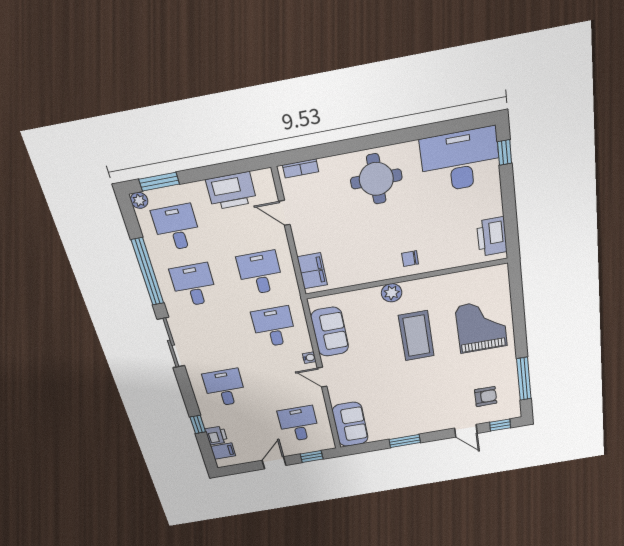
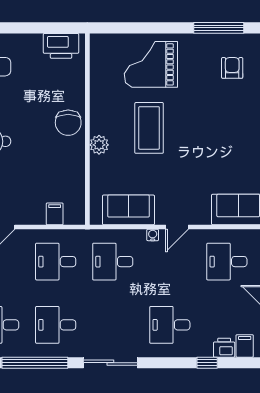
chair: (410, 259) -> (68, 123), width x1.87, depth x1.87
filing cabinet: (312, 271) -> (55, 214), width x0.50
coffee table: (416, 336) -> (149, 128), turned 90

